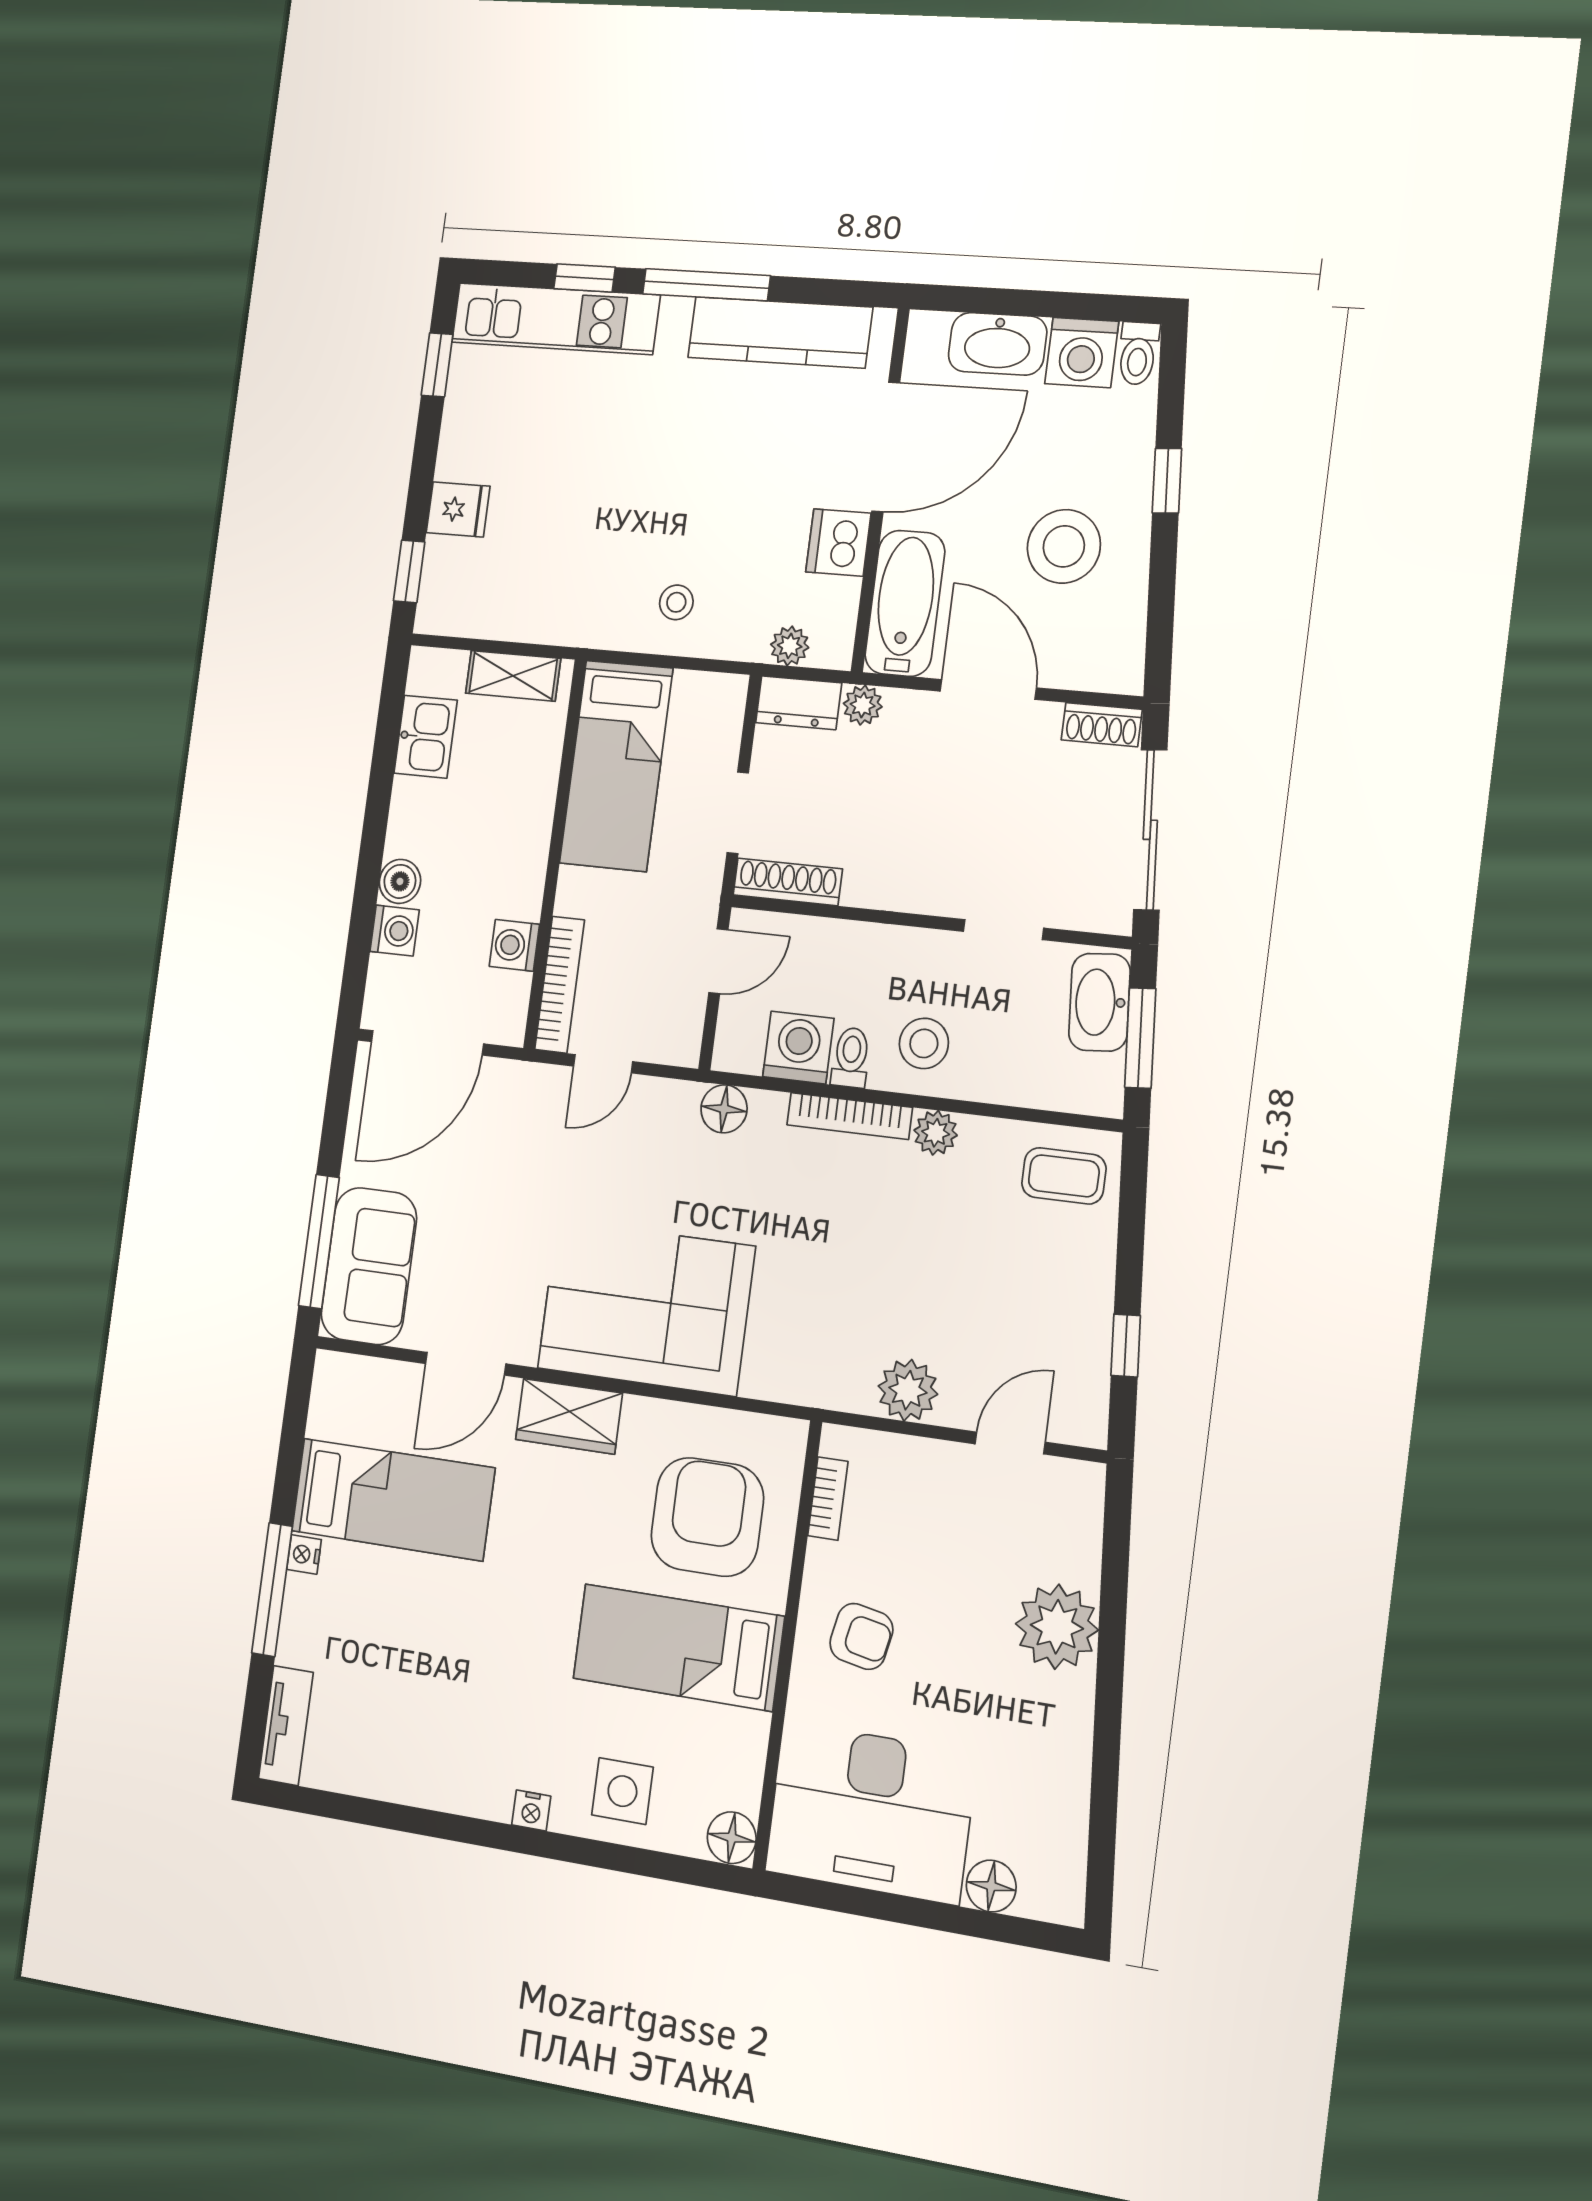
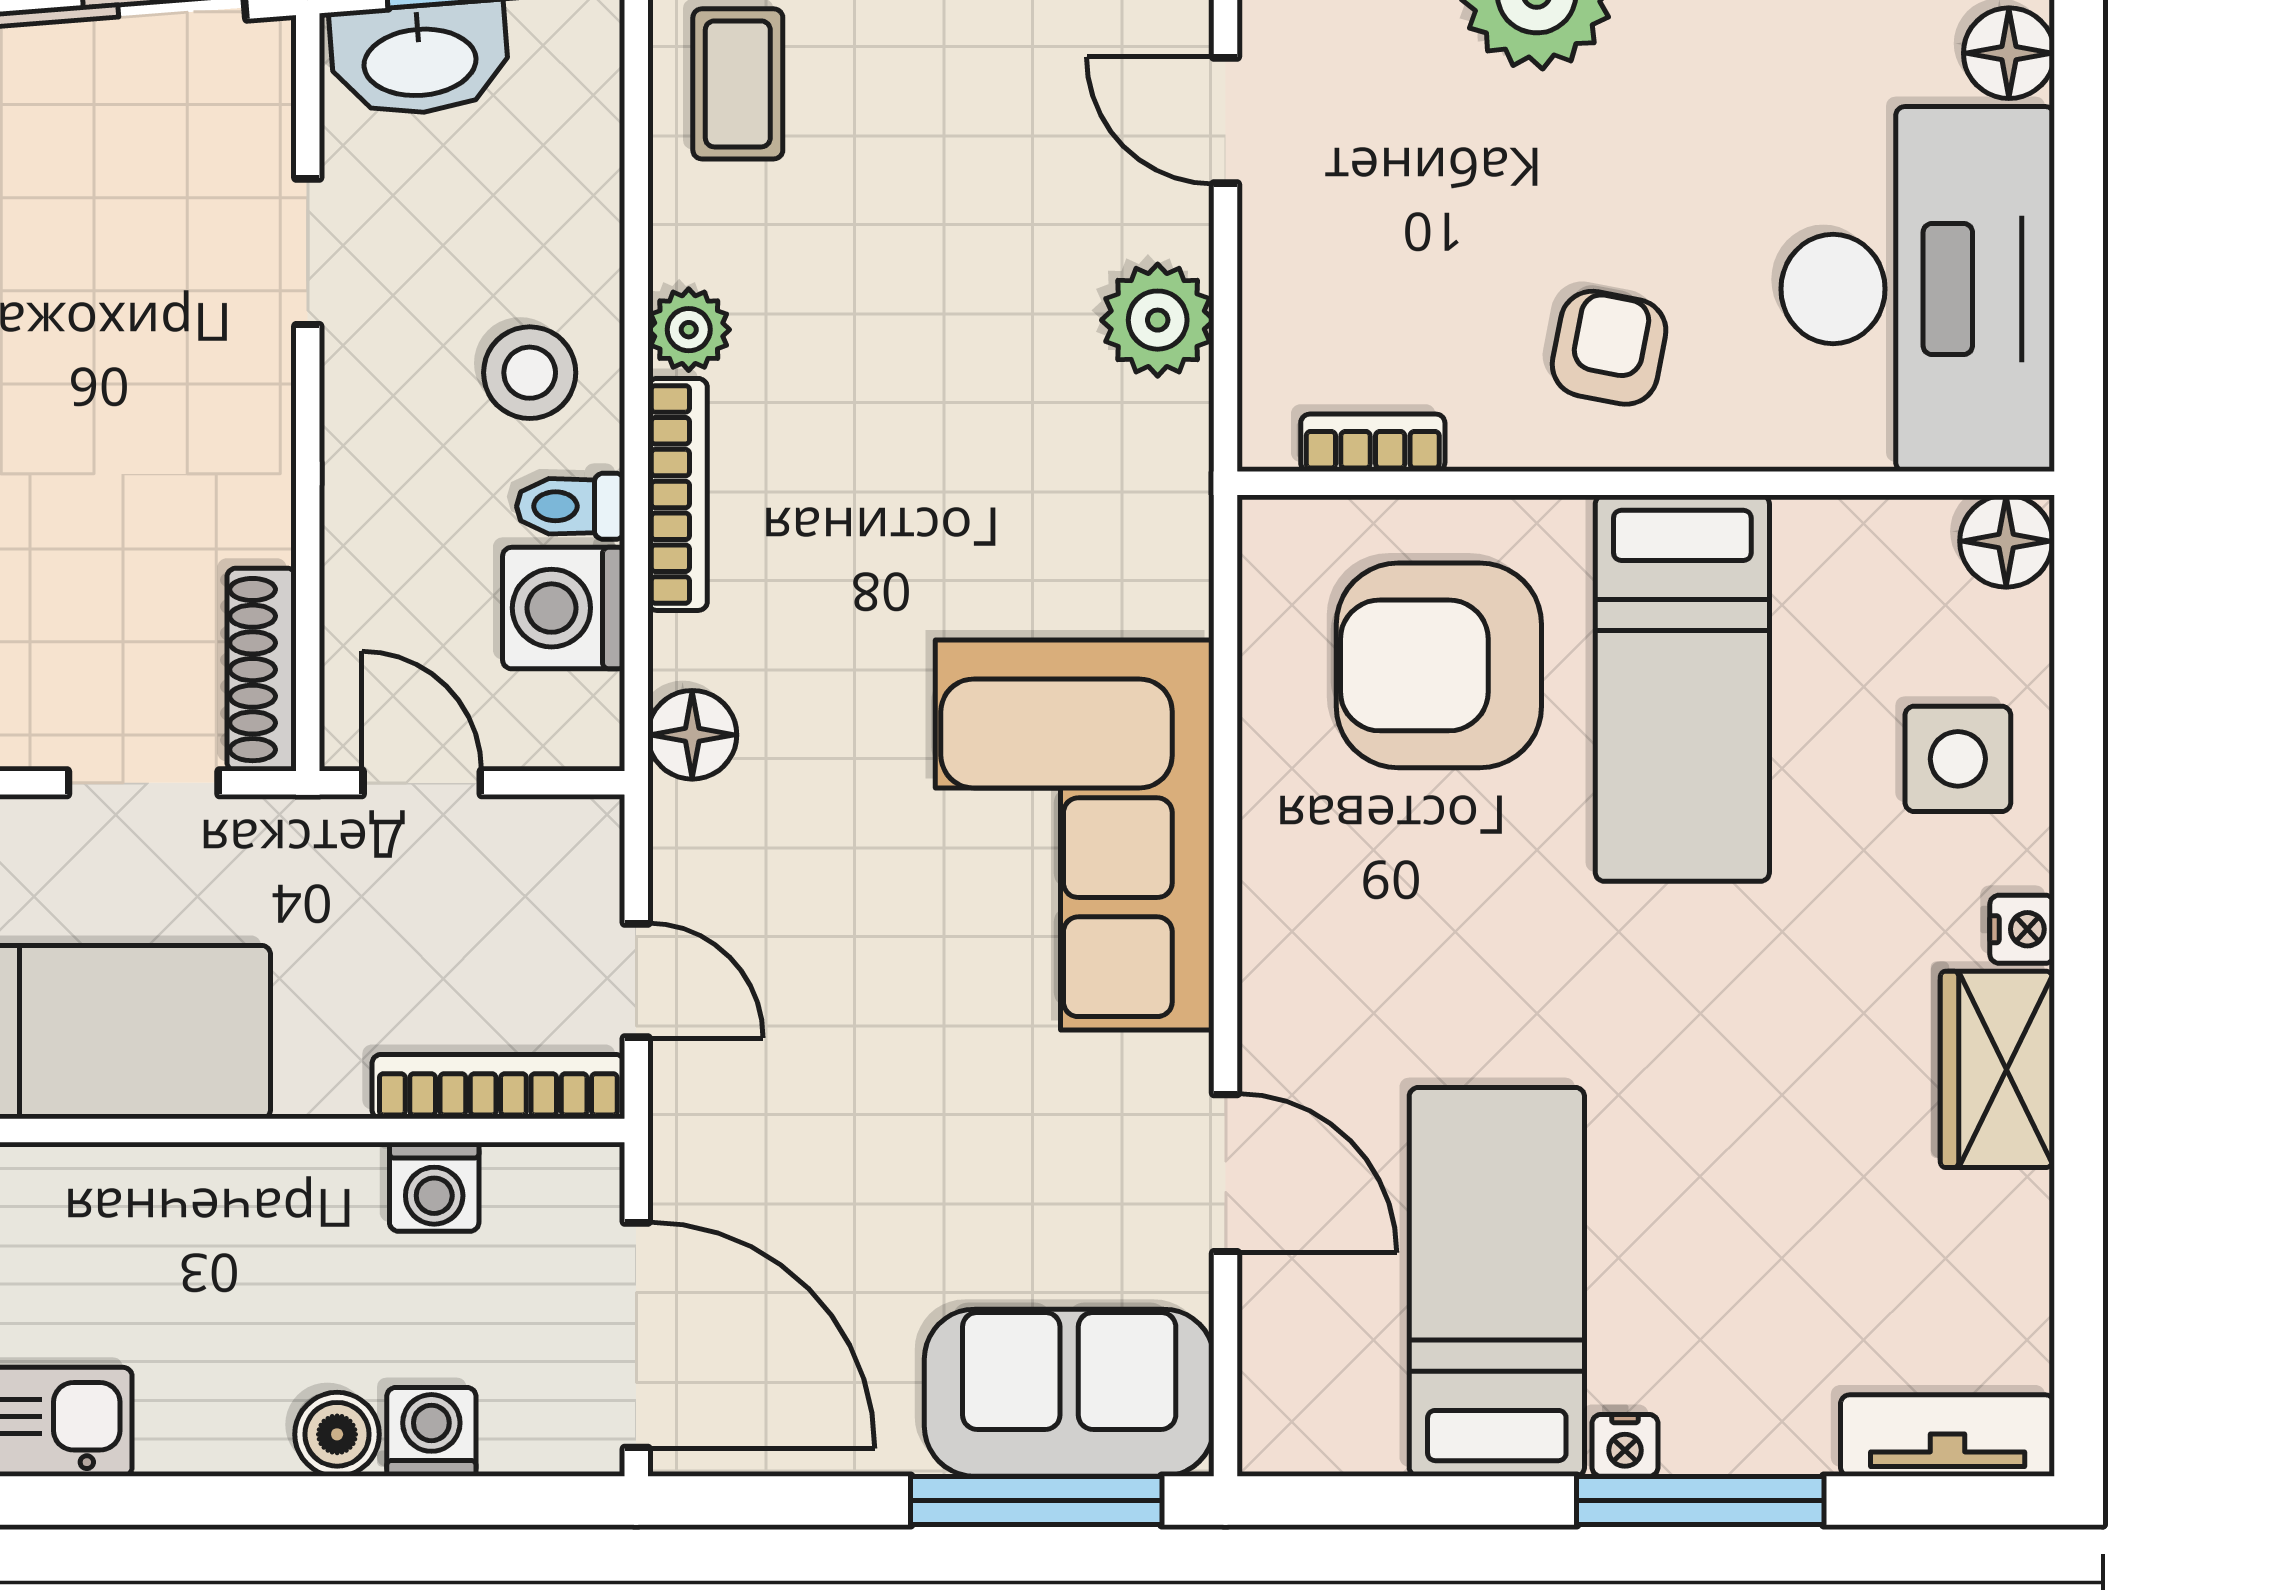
wardrobe: (569, 1416) -> (1997, 1069), moved, turned 180

